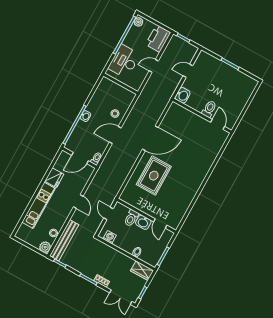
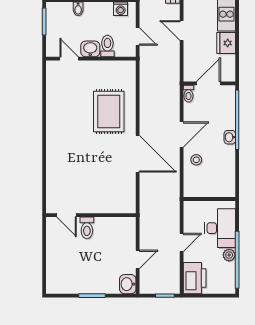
plant: (138, 22) -> (229, 255), moved
washbasin: (183, 95) -> (128, 284), moved
door: (150, 138) -> (138, 154), swing flipped

